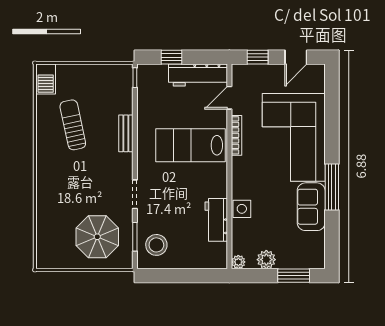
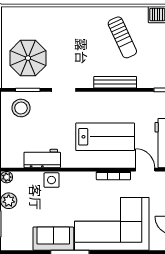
sun lounger: (73, 125) -> (122, 37), turned 77
bench: (126, 133) -> (115, 82), width x1.36
lab bench: (191, 145) -> (105, 137), turned 90

